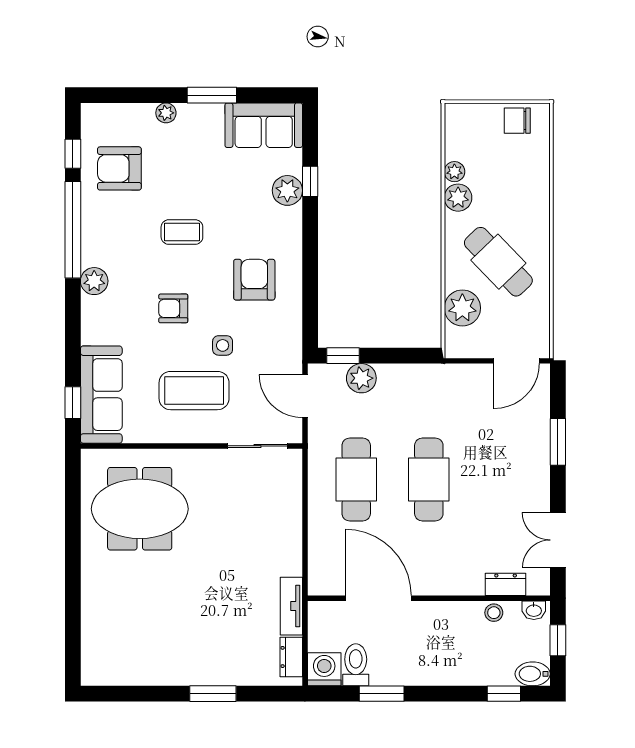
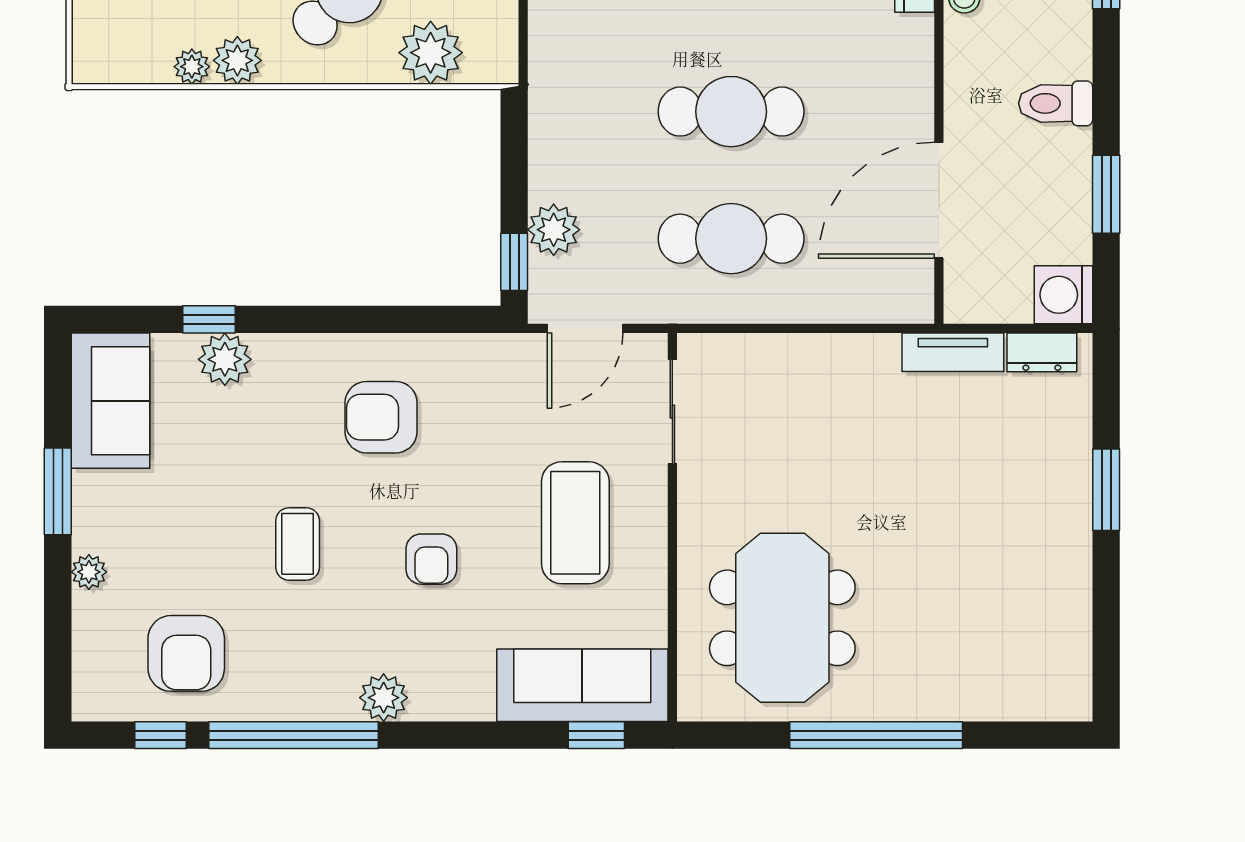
side table: (223, 345) -> (496, 473), removed
window: (73, 562) -> (876, 735), added
toilet: (356, 665) -> (1056, 103), moved

